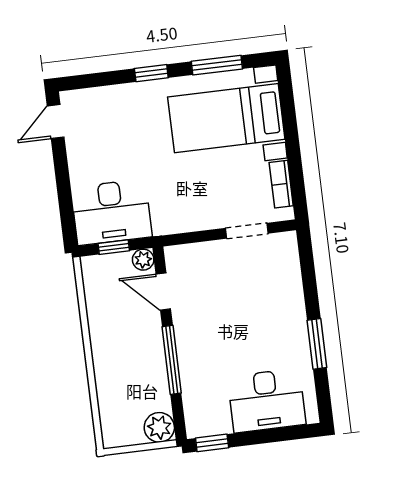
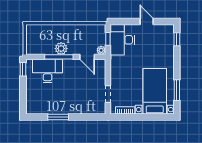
window: (151, 73) -> (177, 39), moved
door: (56, 122) -> (147, 22), moved
door: (163, 292) -> (87, 57), swing flipped
desk: (267, 401) -> (48, 71), moved, turned 90
plant: (159, 427) -> (61, 49), moved

